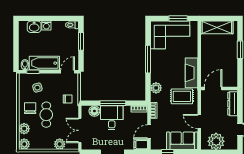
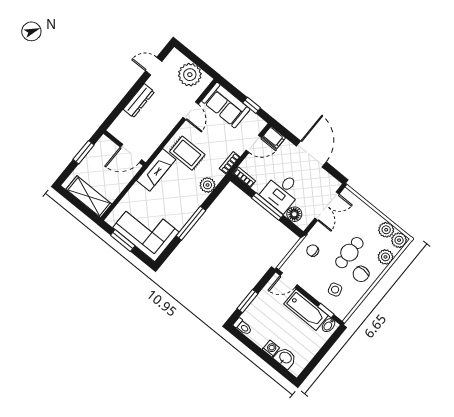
door: (213, 88) -> (131, 153), moved
wall: (219, 88) -> (124, 148), moved
plant: (60, 144) -> (386, 230), moved

